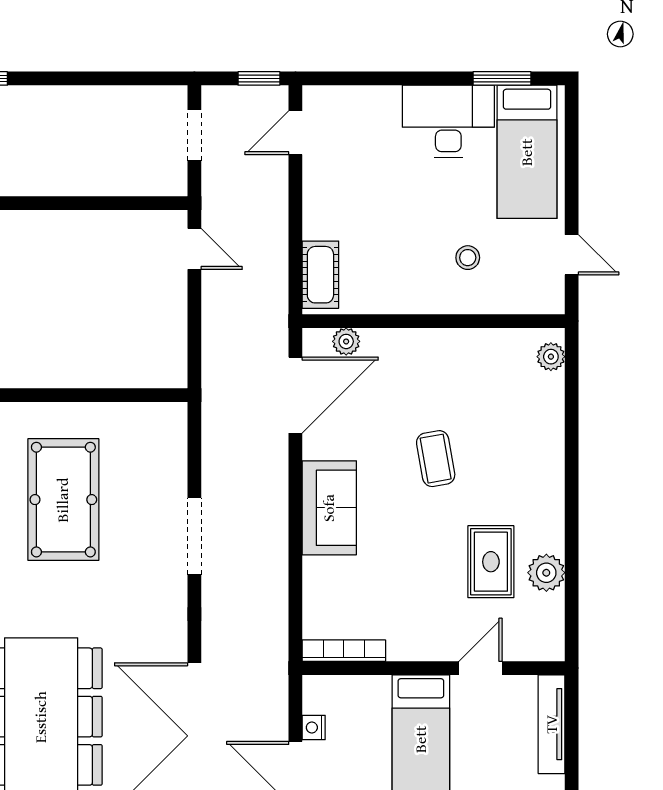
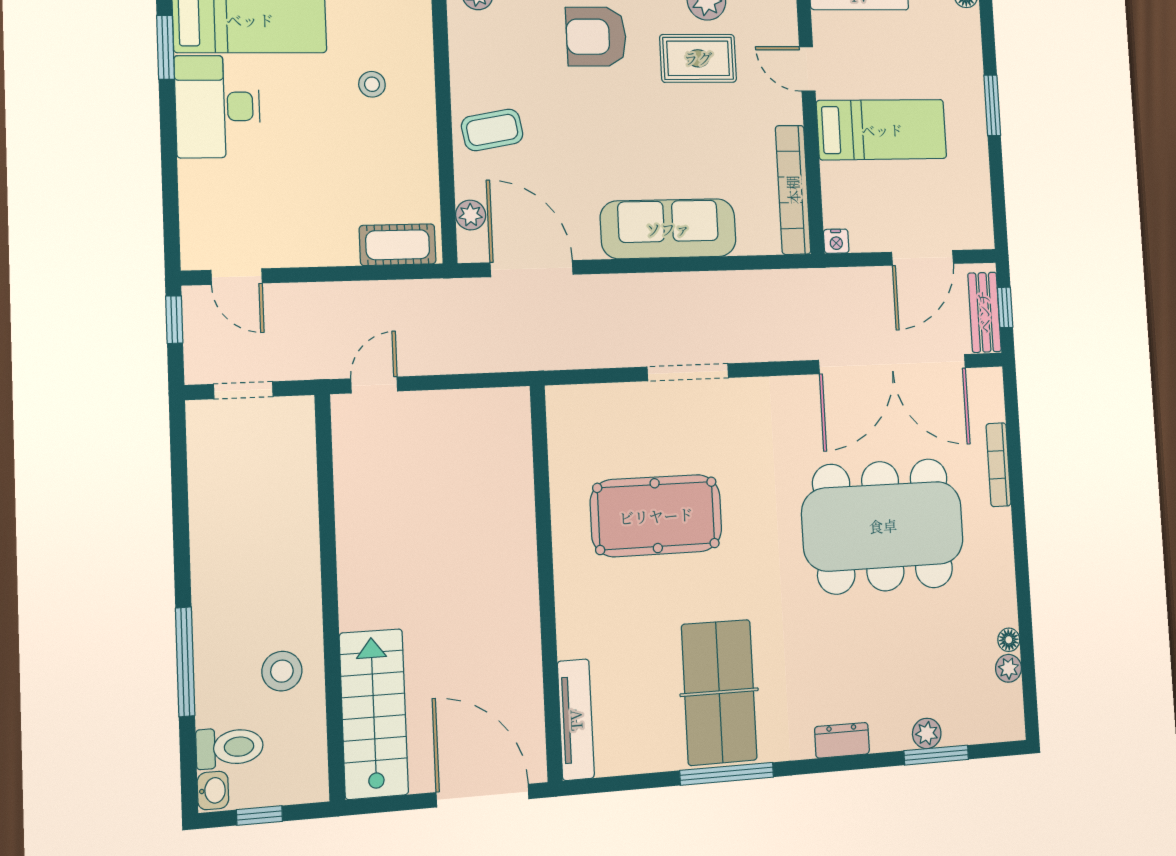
coffee table: (436, 459) -> (492, 130), moved
armchair: (512, 465) -> (596, 37), added
sofa: (329, 508) -> (668, 229), width x1.36
bookcase: (344, 651) -> (793, 190), width x1.48, depth x1.31
nightstand: (314, 727) -> (836, 241), moved

